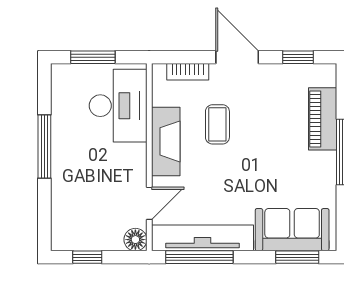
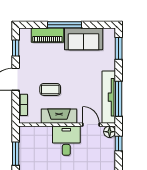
desk: (118, 106) -> (66, 141), moved, width x0.73
sofa: (292, 230) -> (84, 39), moved, turned -90
window: (87, 257) -> (119, 144), moved

